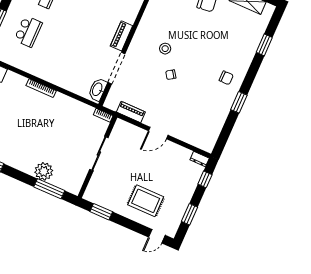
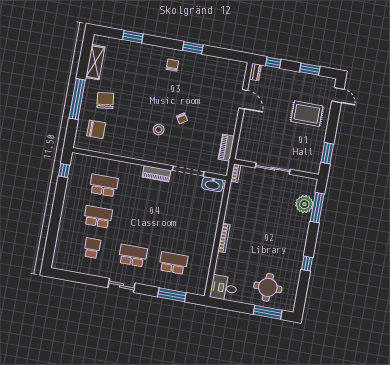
door: (158, 133) -> (243, 99), moved
plant: (44, 171) -> (304, 204), moved
rug: (146, 201) -> (307, 114), turned 90

